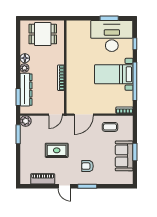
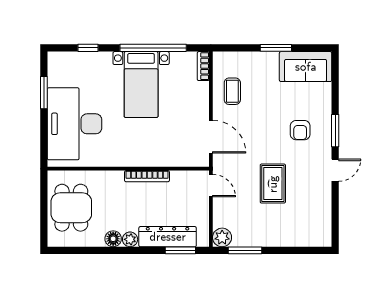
desk: (112, 36) -> (75, 124), moved
sofa: (124, 156) -> (306, 67), moved
piano: (43, 179) -> (322, 208), removed

